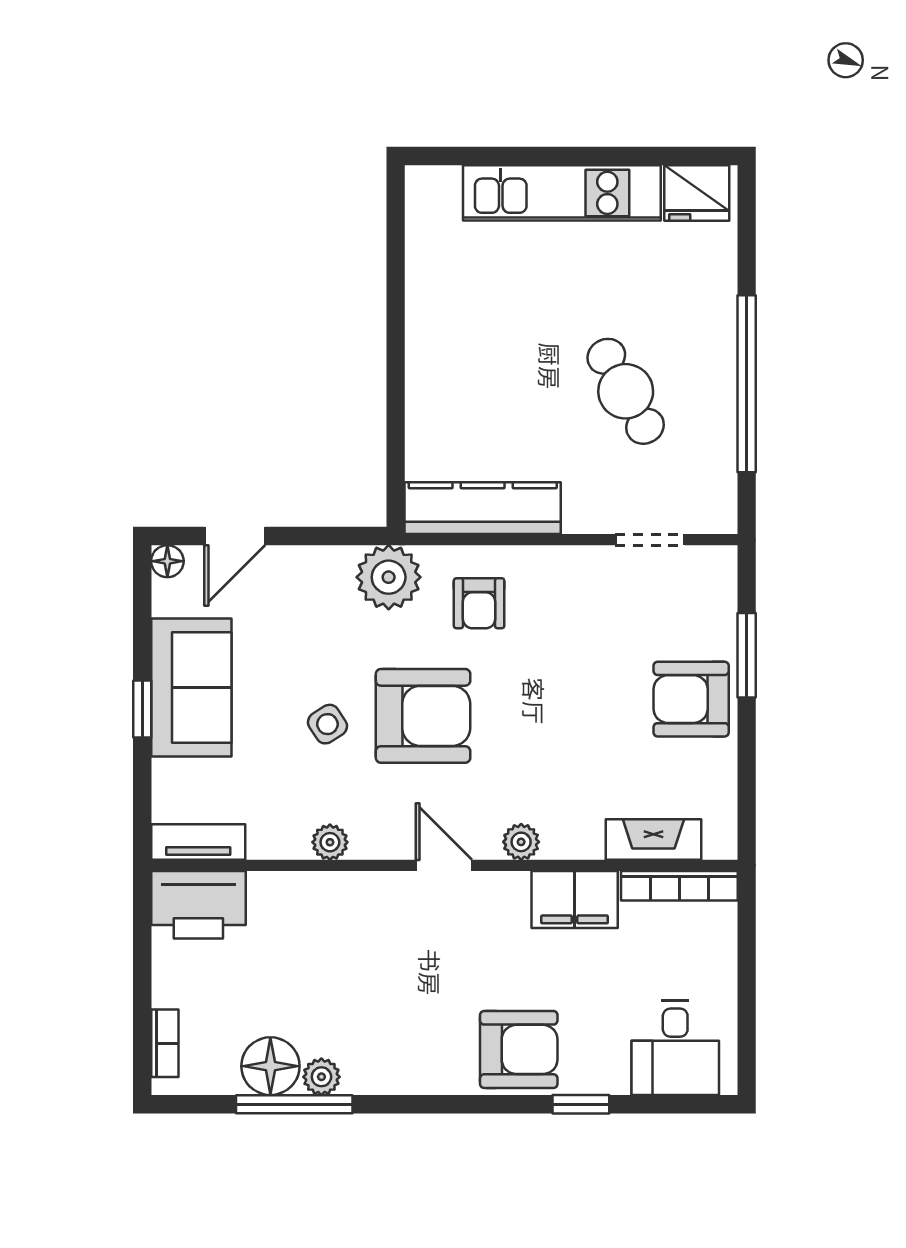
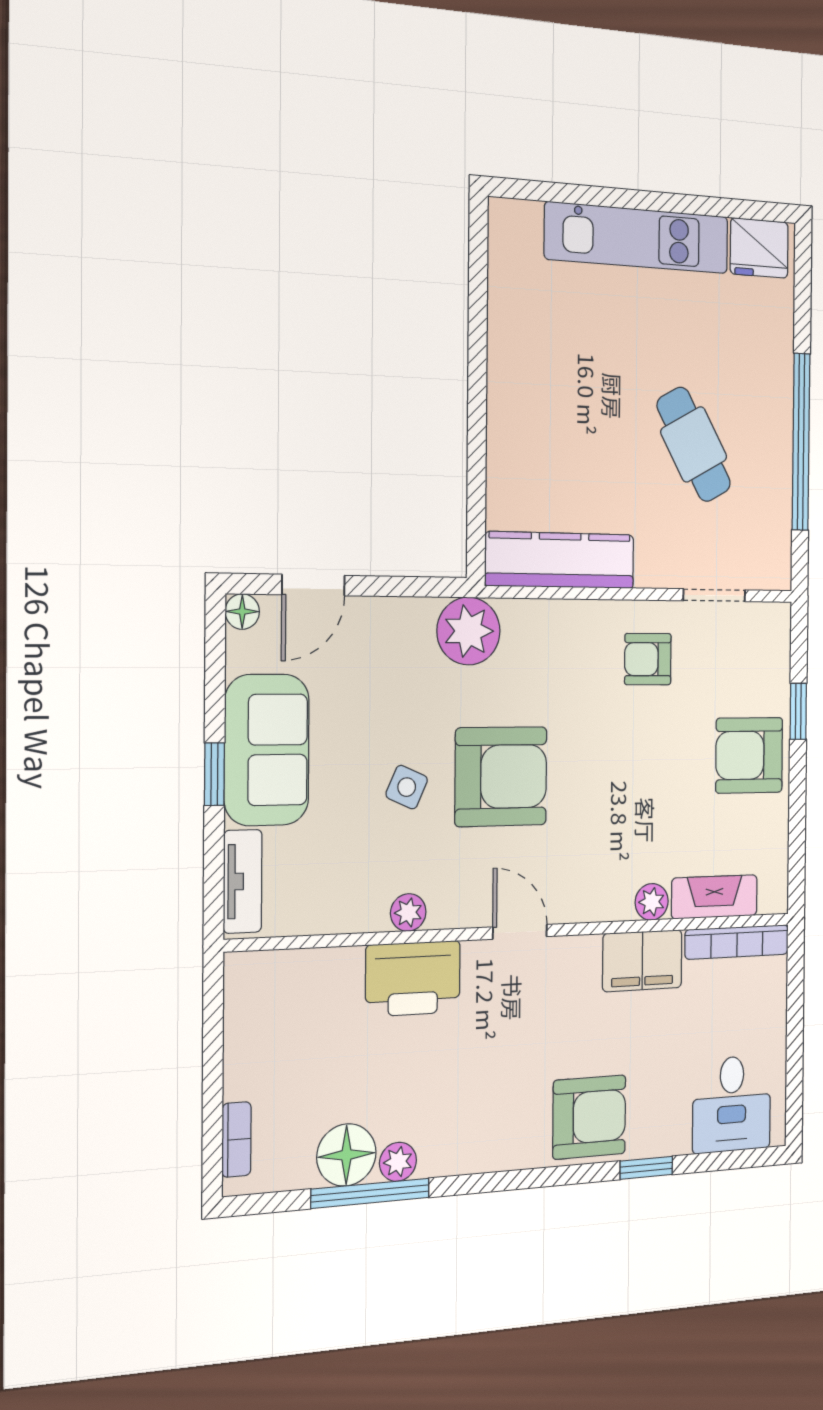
armchair: (479, 603) -> (648, 659), moved, turned 90
window: (747, 655) -> (798, 711), width x0.67
side table: (327, 724) -> (407, 787), turned -33
tv unit: (198, 842) -> (243, 881), moved, turned 90
plant: (521, 842) -> (652, 902), moved
printer: (198, 905) -> (413, 979), moved

